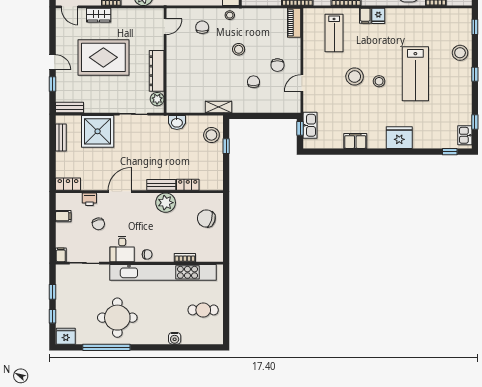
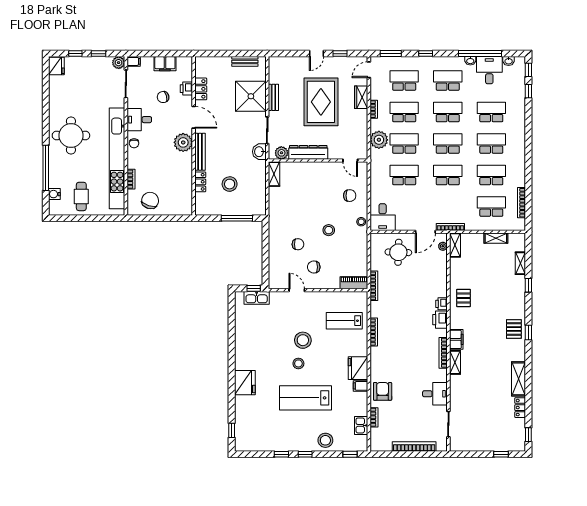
filing cabinet: (365, 16) -> (361, 386), moved
fridge: (378, 16) -> (358, 368), width x1.88, depth x1.34
window: (53, 84) -> (340, 54), moved
shelving: (218, 107) -> (274, 174), moved
bench: (70, 108) -> (273, 97), moved
washbasin: (177, 122) -> (259, 152), moved
window: (475, 122) -> (281, 454), moved
stool: (211, 135) -> (230, 184), moved
kitchen sink: (465, 135) -> (361, 425), moved, turned -90
filing cabinet: (355, 141) -> (242, 341), removed
window: (226, 146) -> (237, 218), width x2.17
locker: (68, 184) -> (201, 89), moved
bench: (161, 185) -> (200, 152), width x1.36
plant: (166, 203) -> (183, 142), moved
filing cabinet: (63, 216) -> (165, 64), width x2.00
chair: (206, 218) -> (150, 200), moved
plant: (62, 271) -> (119, 63), added
round table: (117, 318) -> (71, 135), moved
water cooler: (175, 338) -> (54, 194), moved
window: (106, 347) -> (46, 168), moved

